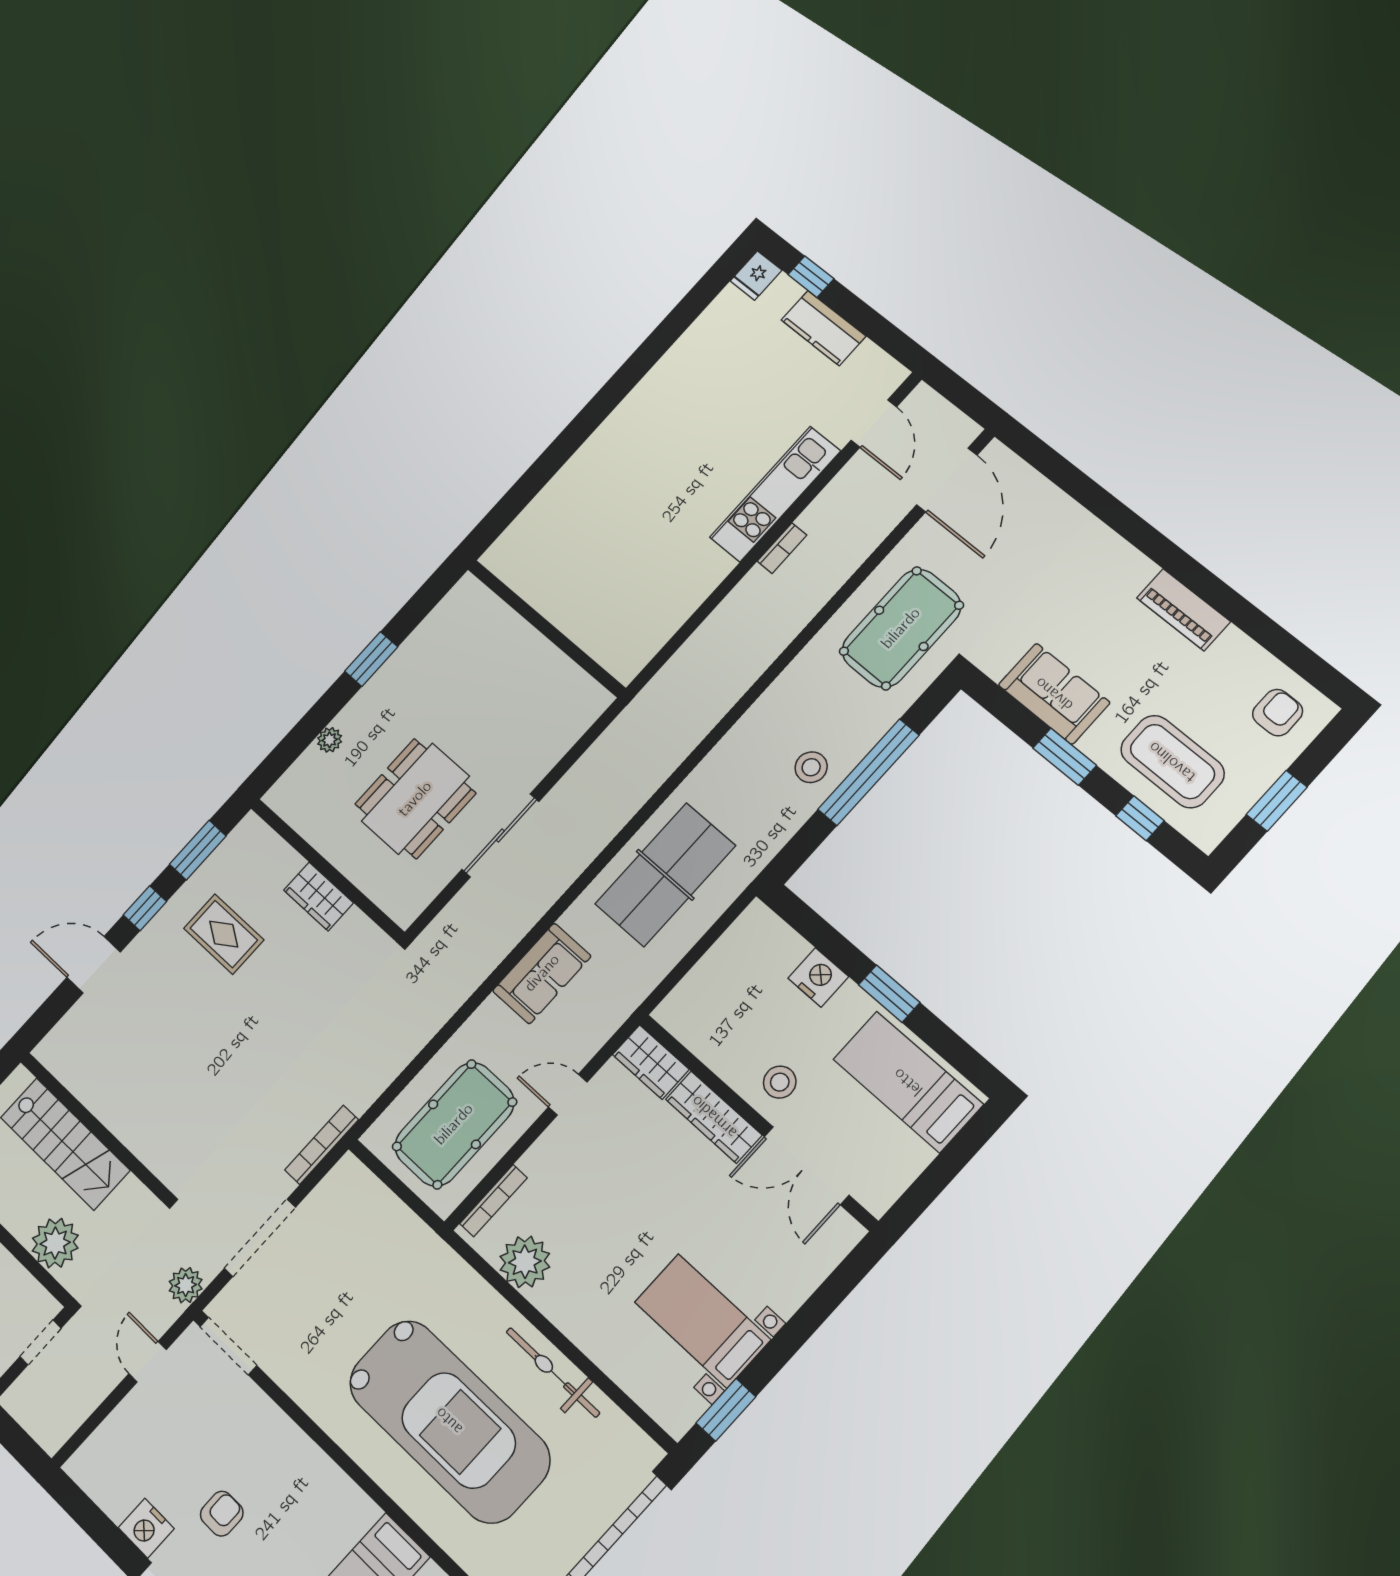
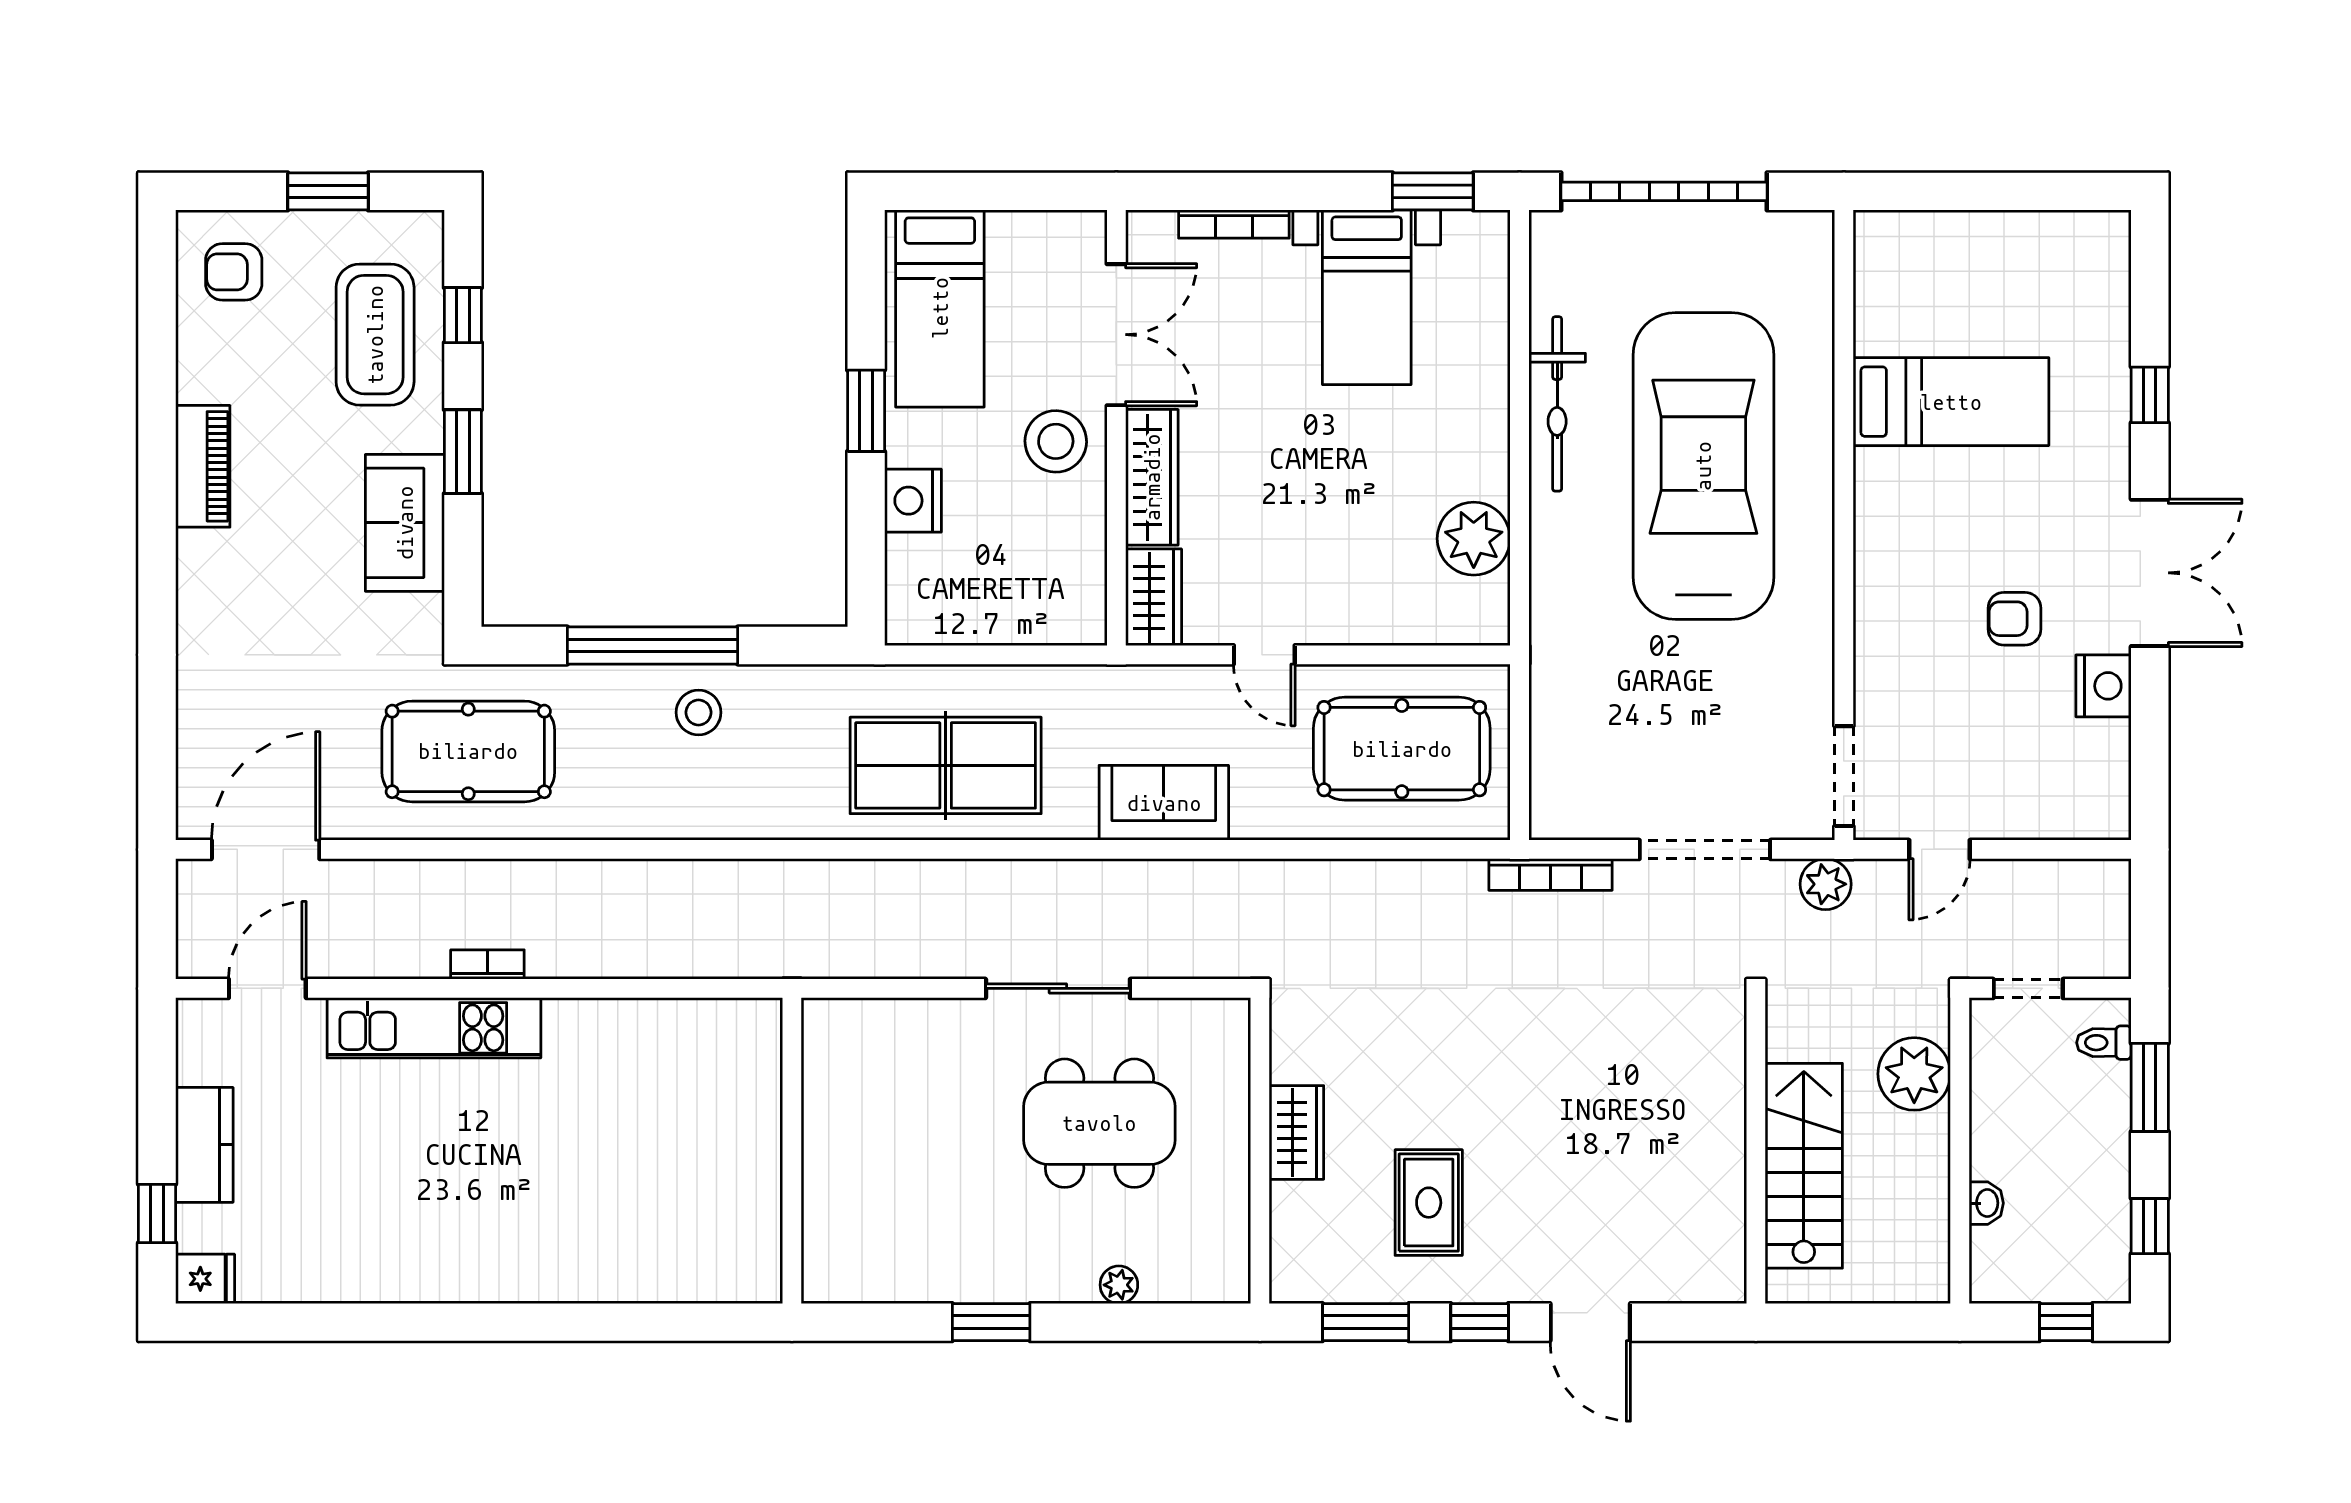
stool: (780, 1082) -> (1056, 441), width x1.38, depth x1.38
bookcase: (493, 1201) -> (1234, 224), moved, turned 180

